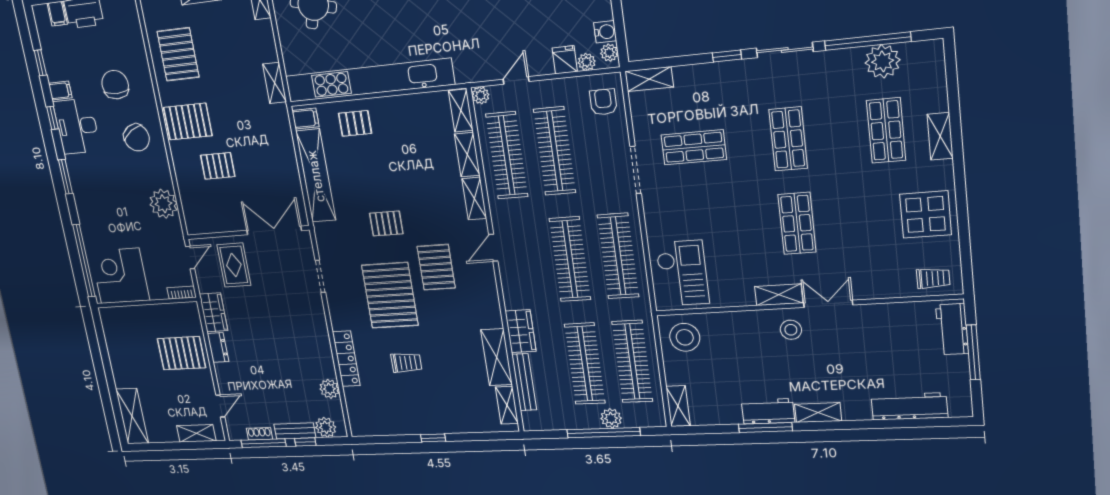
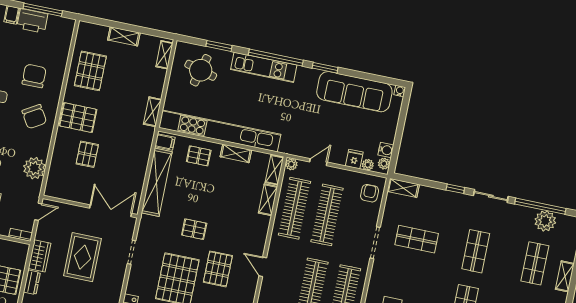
pallet: (218, 166) -> (87, 154), turned 90
shelving: (474, 199) -> (236, 153), moved, turned 90
door: (493, 248) -> (263, 267), hinge flipped
rug: (234, 265) -> (82, 257), moved, width x1.36, depth x1.43

